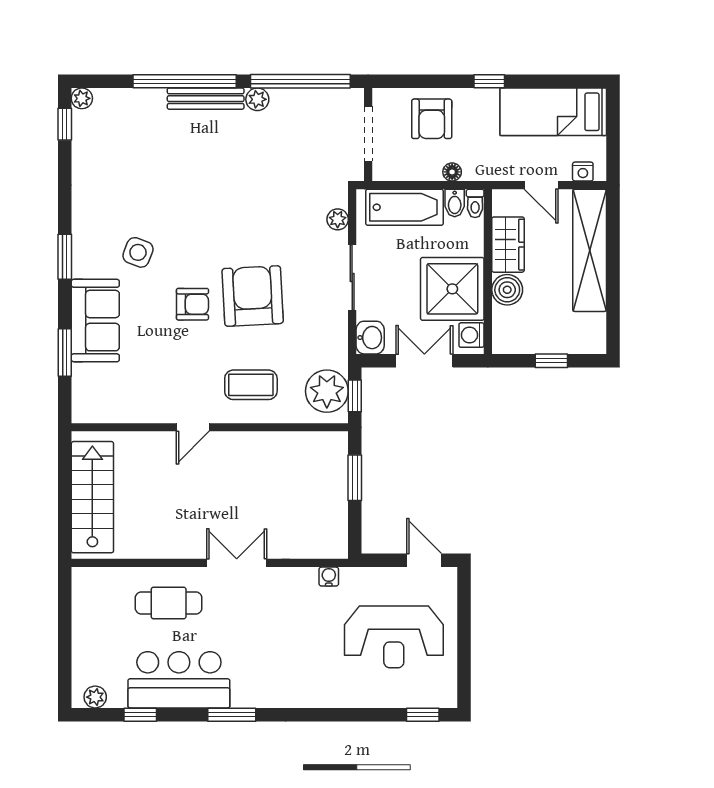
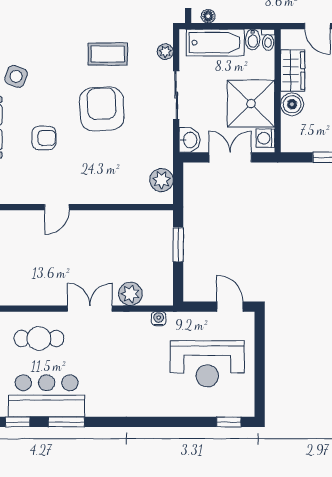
floor lamp: (452, 172) -> (208, 16), moved
armchair: (192, 304) -> (44, 138), moved
coffee table: (251, 385) -> (108, 54), moved
plant: (327, 391) -> (161, 180), width x0.73, depth x0.73
window: (355, 396) -> (178, 184), removed
plant: (291, 543) -> (130, 294), added
window: (232, 715) -> (66, 422), moved

